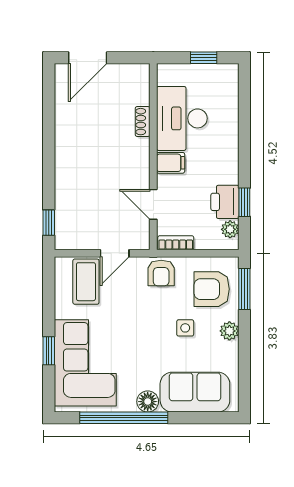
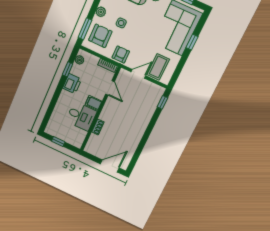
desk: (182, 118) -> (81, 116), width x0.73
printer: (225, 202) -> (72, 84), moved
armchair: (212, 289) -> (100, 36), turned -90

